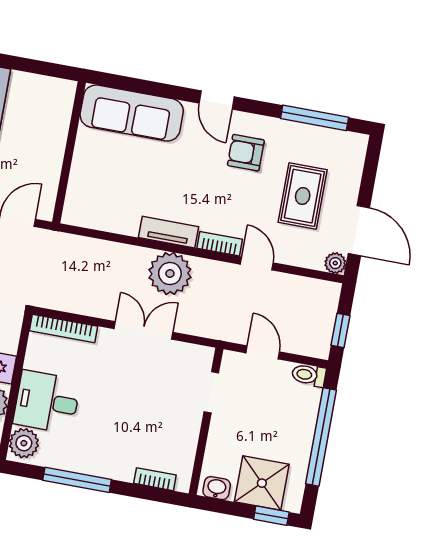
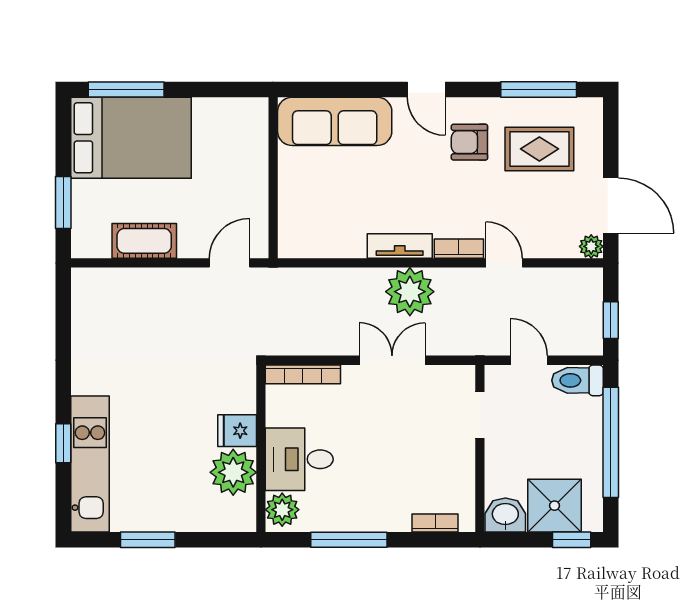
rug: (303, 196) -> (539, 149), moved, turned 90
toilet: (309, 375) -> (578, 380), width x1.37, depth x1.39
washbasin: (217, 488) -> (505, 515), width x1.38, depth x1.45

